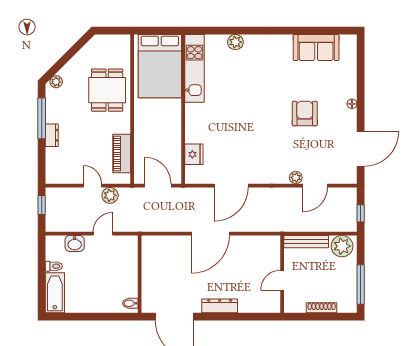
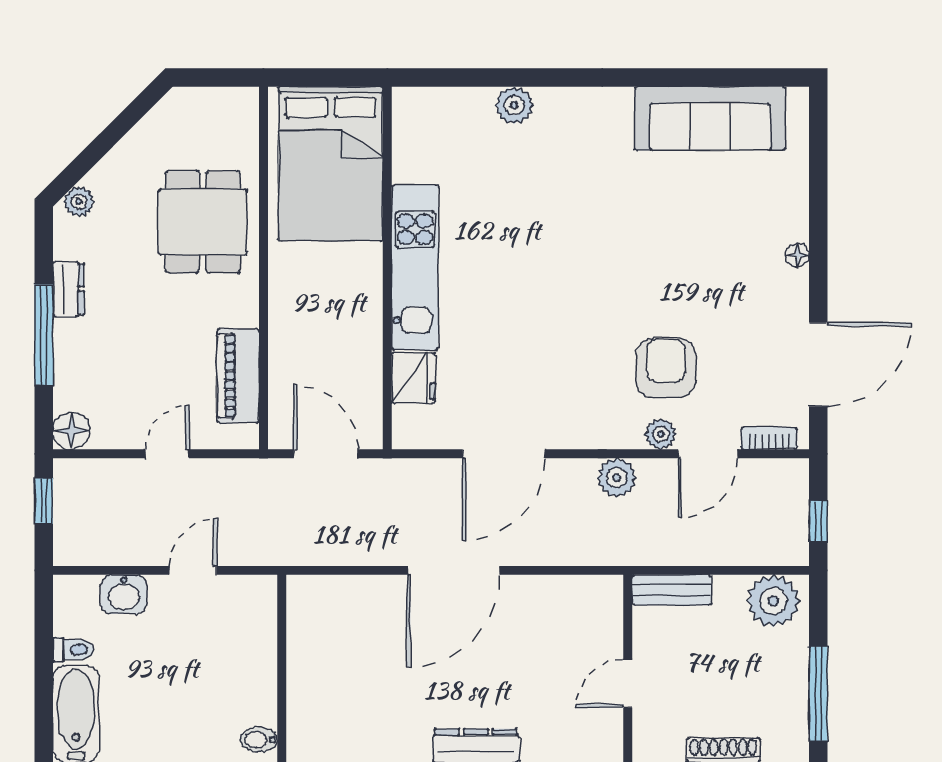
sofa: (316, 48) -> (710, 119), width x1.36
kitchen unit: (195, 68) -> (415, 267), moved
armchair: (305, 114) -> (666, 368), moved
window: (42, 118) -> (44, 335), moved
dresser: (52, 135) -> (68, 289), moved
floor lamp: (53, 176) -> (71, 431), added
bookcase: (340, 179) -> (769, 438), added
door: (92, 186) -> (167, 454), hinge flipped
plant: (110, 195) -> (617, 478), moved
bench: (306, 242) -> (672, 590), width x0.73

